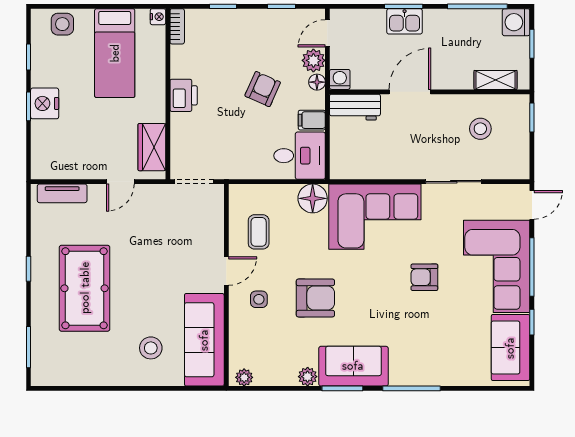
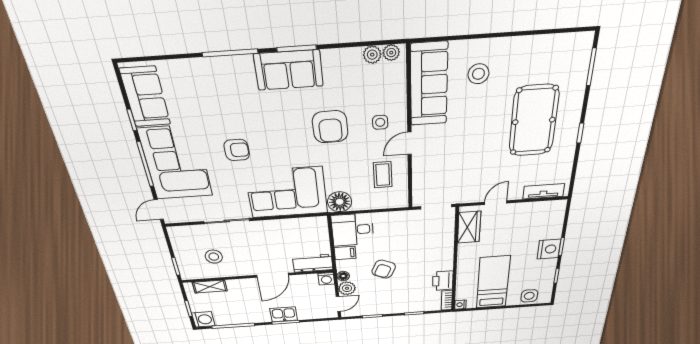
printer: (184, 95) -> (443, 281), moved
armchair: (315, 298) -> (330, 127), turned -91
plant: (308, 377) -> (372, 55), moved

